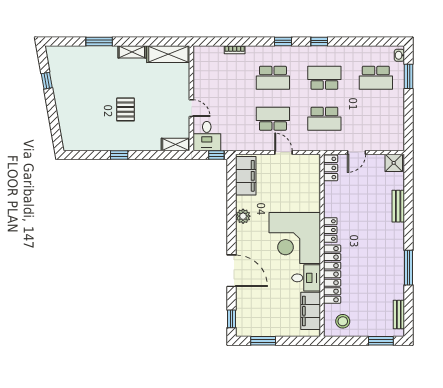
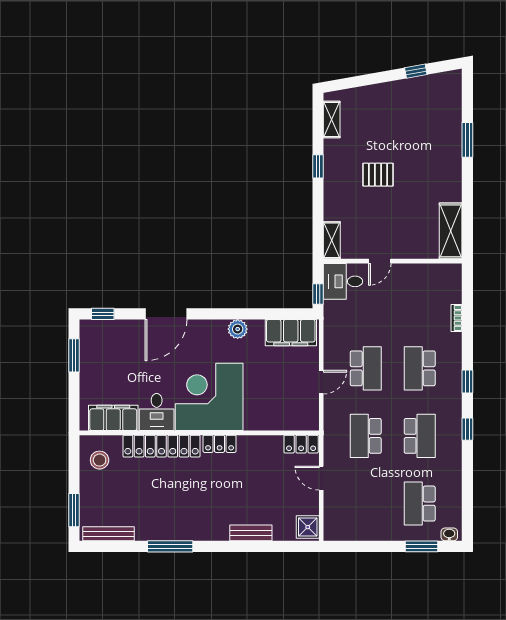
shelving: (132, 52) -> (332, 120), moved
bench: (399, 315) -> (108, 534), width x1.36

